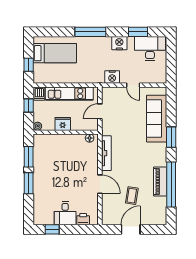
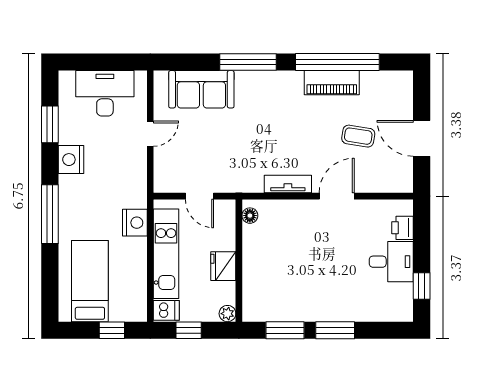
desk: (150, 48) -> (105, 93), moved, turned 90
nightstand: (112, 77) -> (135, 223), moved
sofa: (157, 119) -> (201, 89), width x0.73
window: (171, 137) -> (248, 62), width x1.44
tv unit: (106, 153) -> (288, 184), width x0.71

